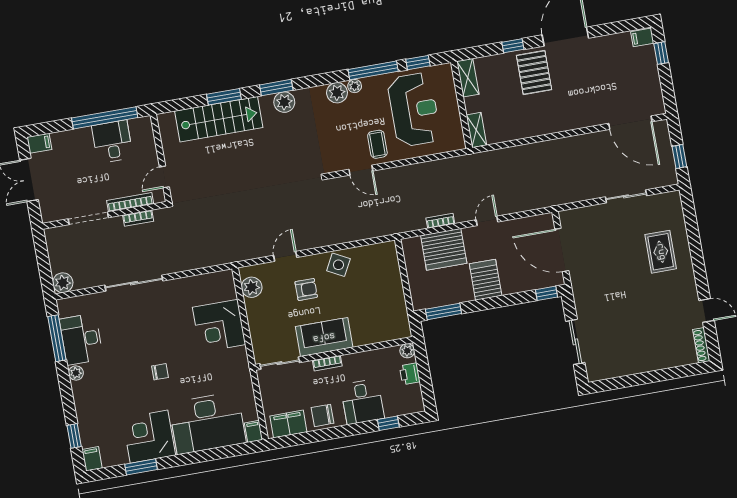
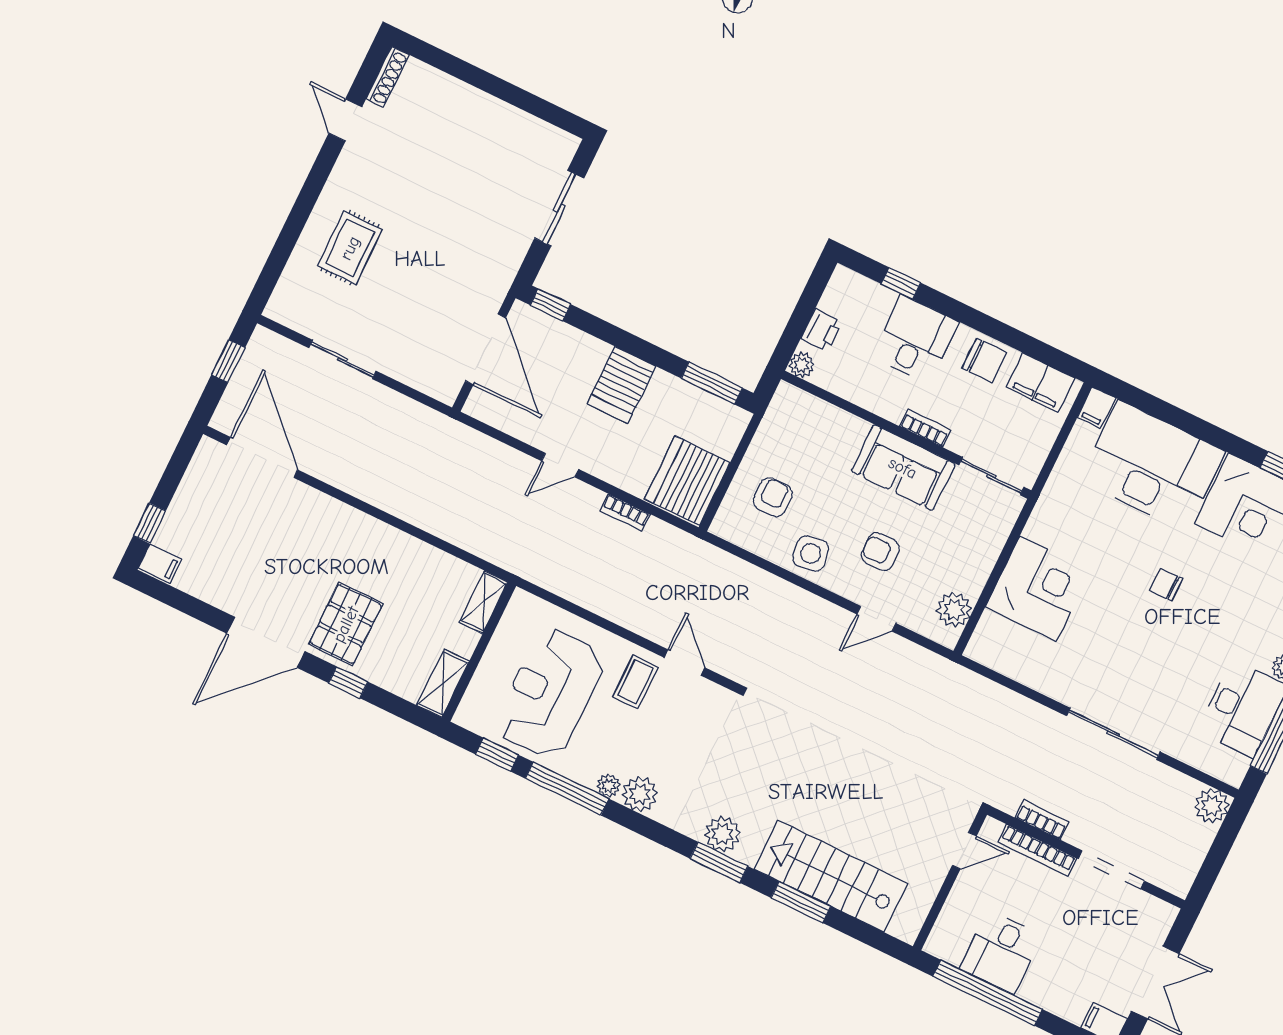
server rack: (444, 249) -> (687, 481), moved, turned -90
side table: (338, 265) -> (811, 554), turned -37
armchair: (376, 278) -> (773, 497), added

